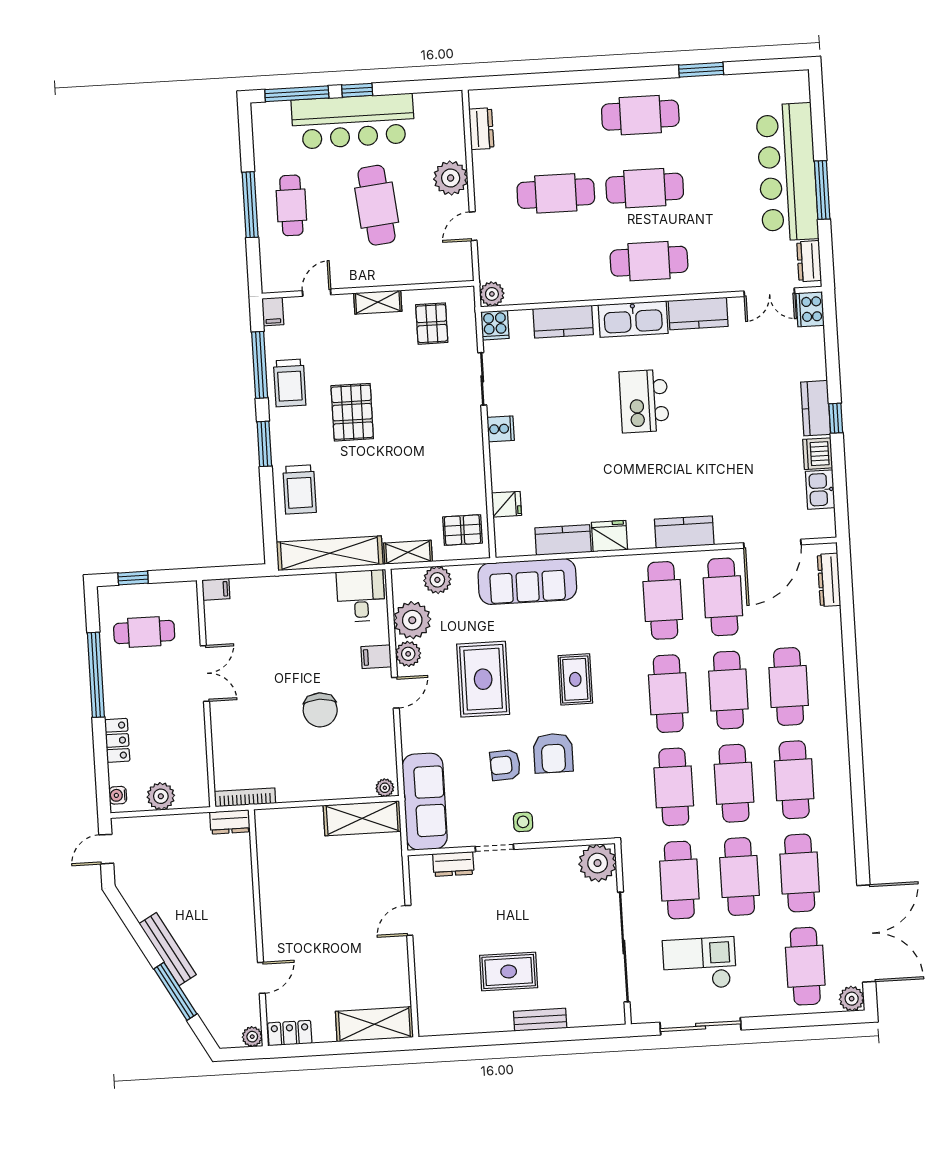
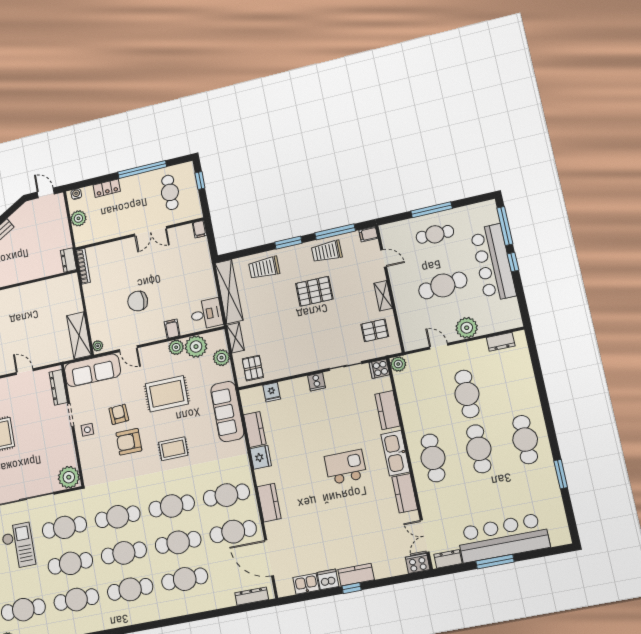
door: (395, 693) -> (128, 349), moved
dresser: (453, 864) -> (58, 387), width x1.44

